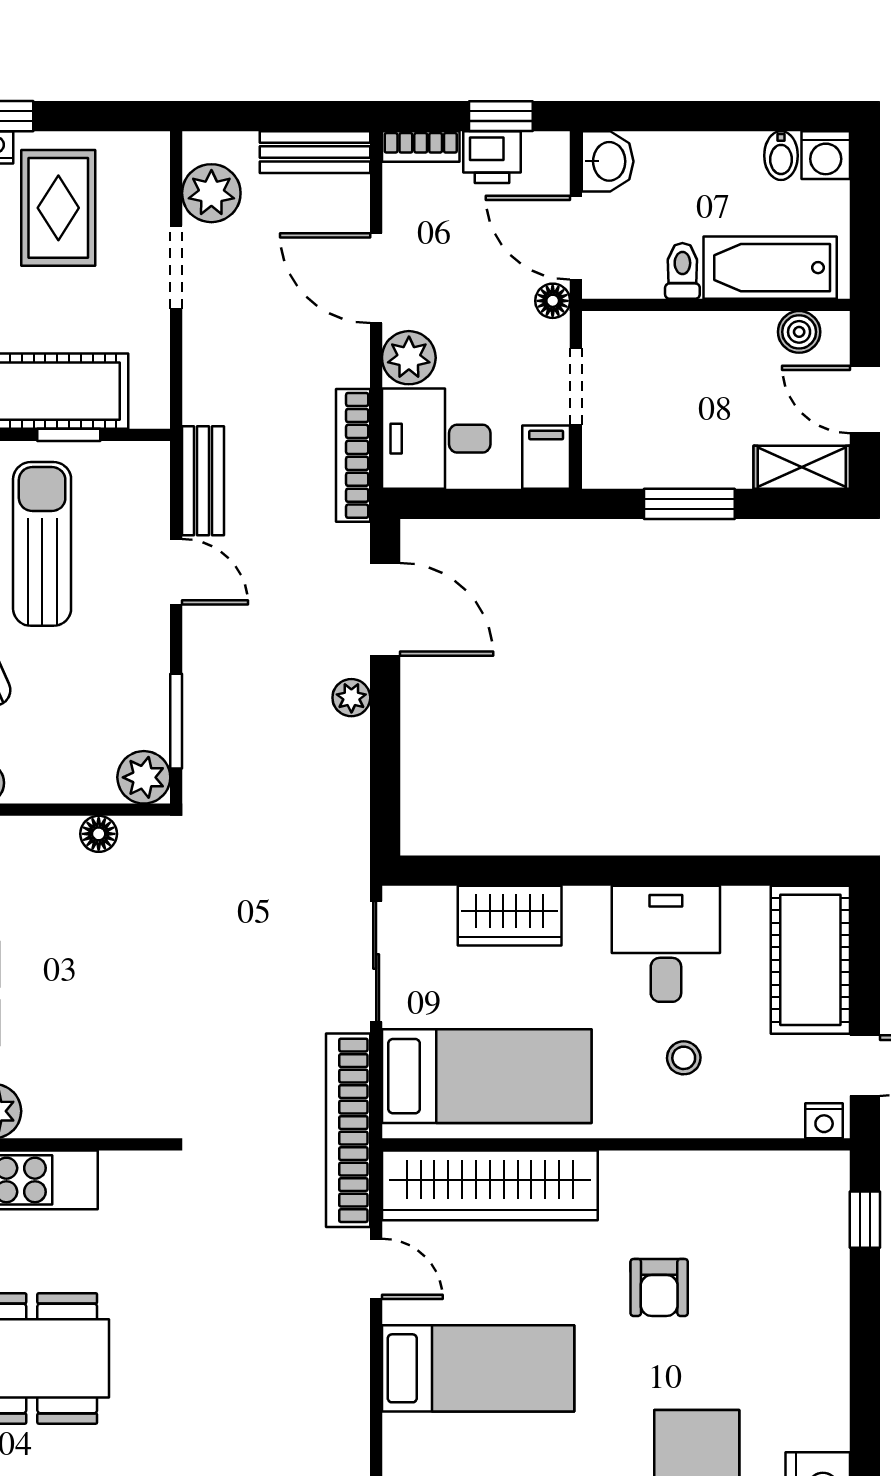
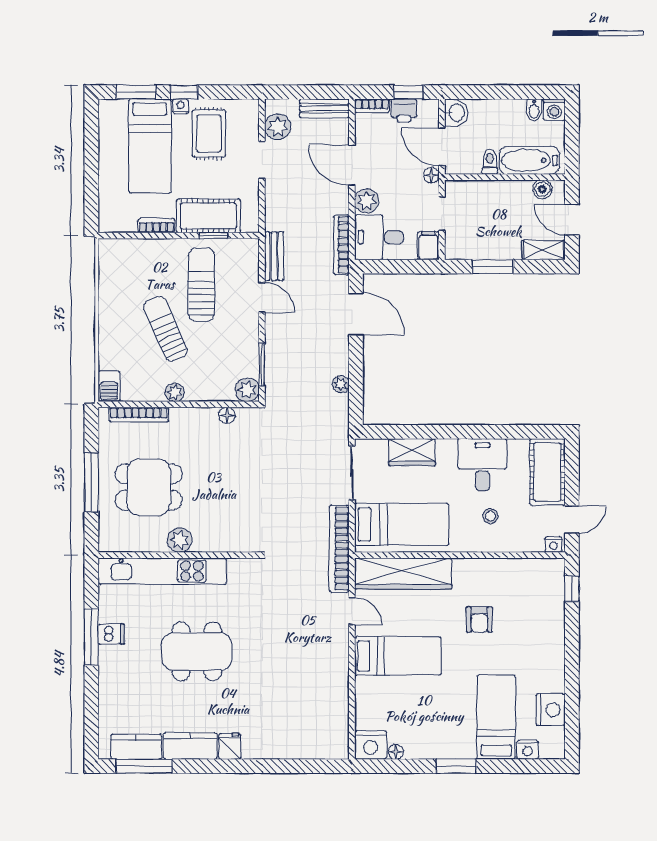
plant: (351, 698) -> (341, 384), moved

